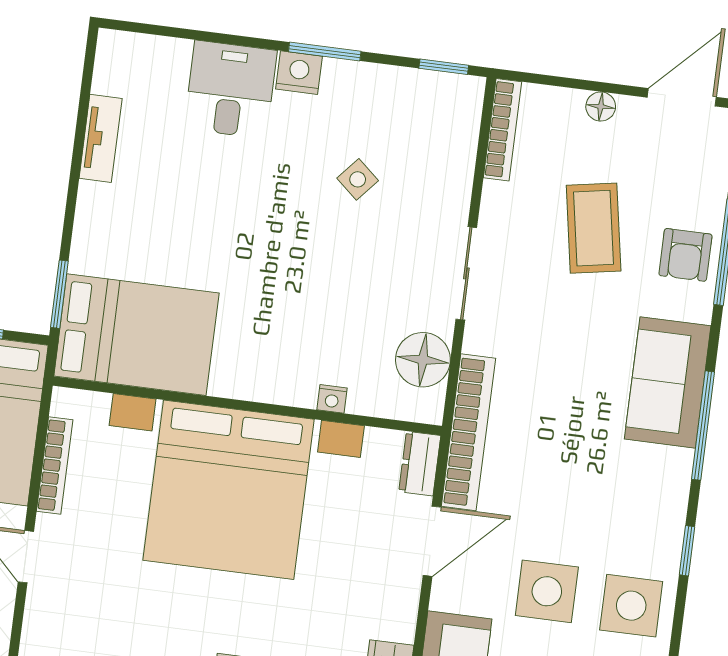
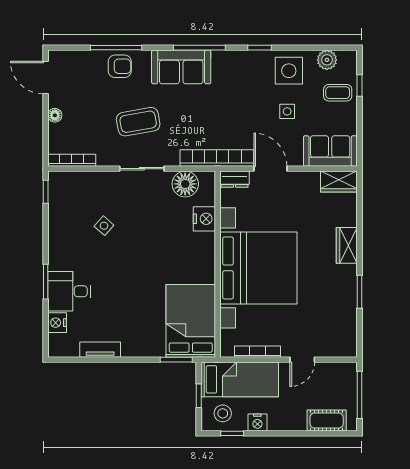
window: (325, 52) -> (46, 282), moved
nightstand: (299, 73) -> (57, 323), moved
coffee table: (594, 228) -> (138, 122), moved
nightstand: (332, 399) -> (204, 219), width x1.89, depth x1.79
side table: (547, 591) -> (287, 111), width x0.54, depth x0.54

